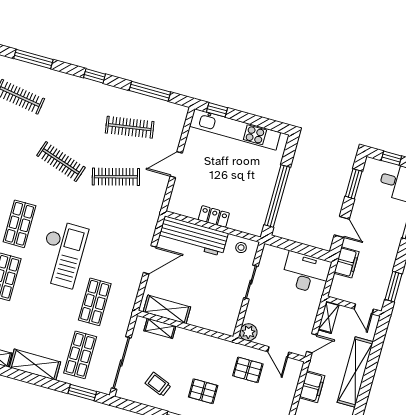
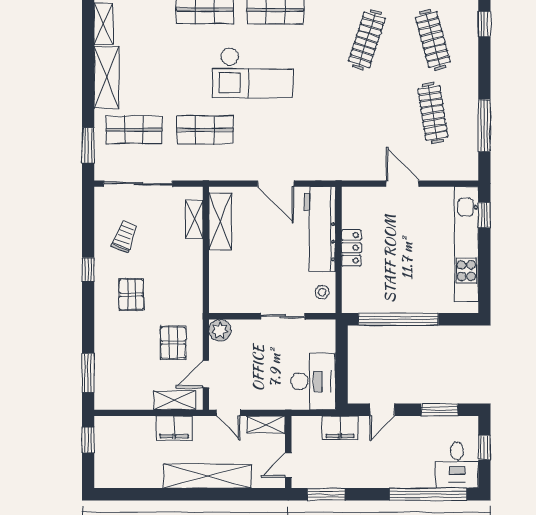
window: (95, 76) -> (484, 24), moved
clothes rail: (116, 177) -> (433, 40), moved
shelving: (291, 381) -> (175, 400), added

